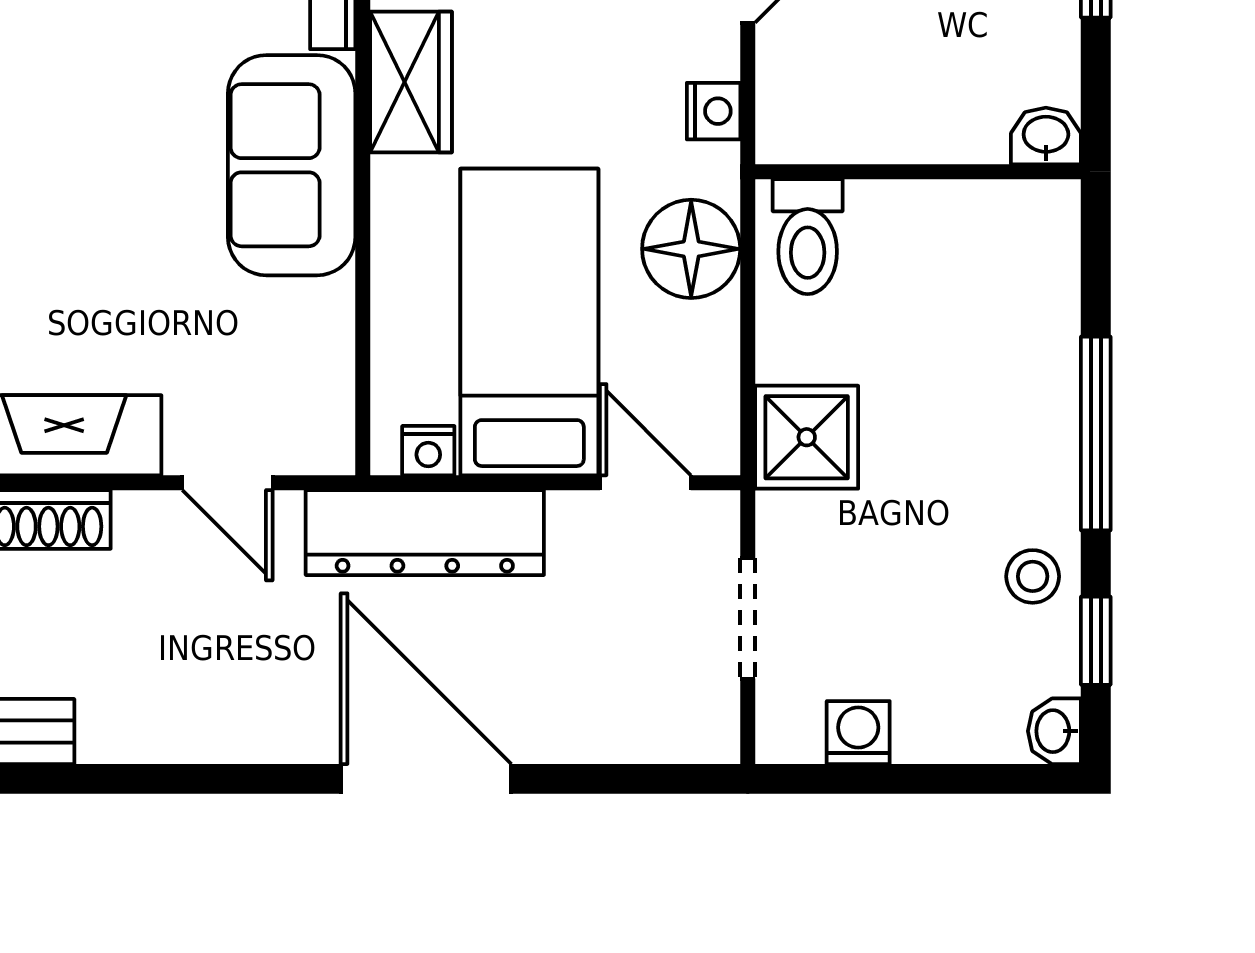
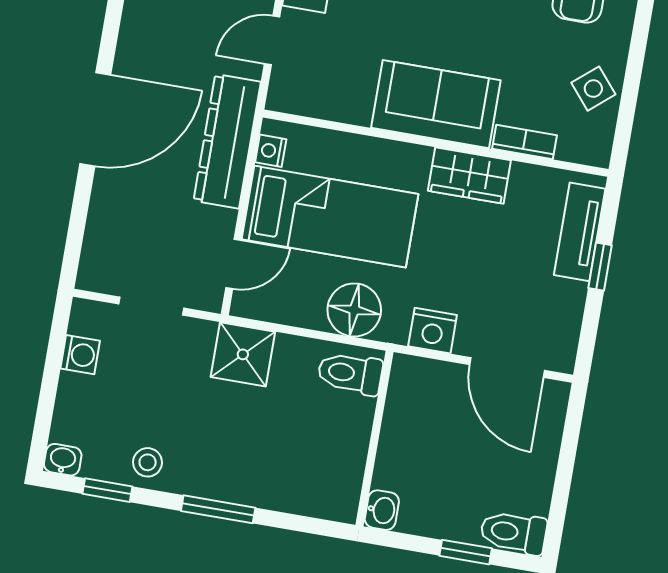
nightstand: (714, 111) -> (433, 331), width x1.39, depth x1.35
window: (1096, 433) -> (218, 509), width x0.69

